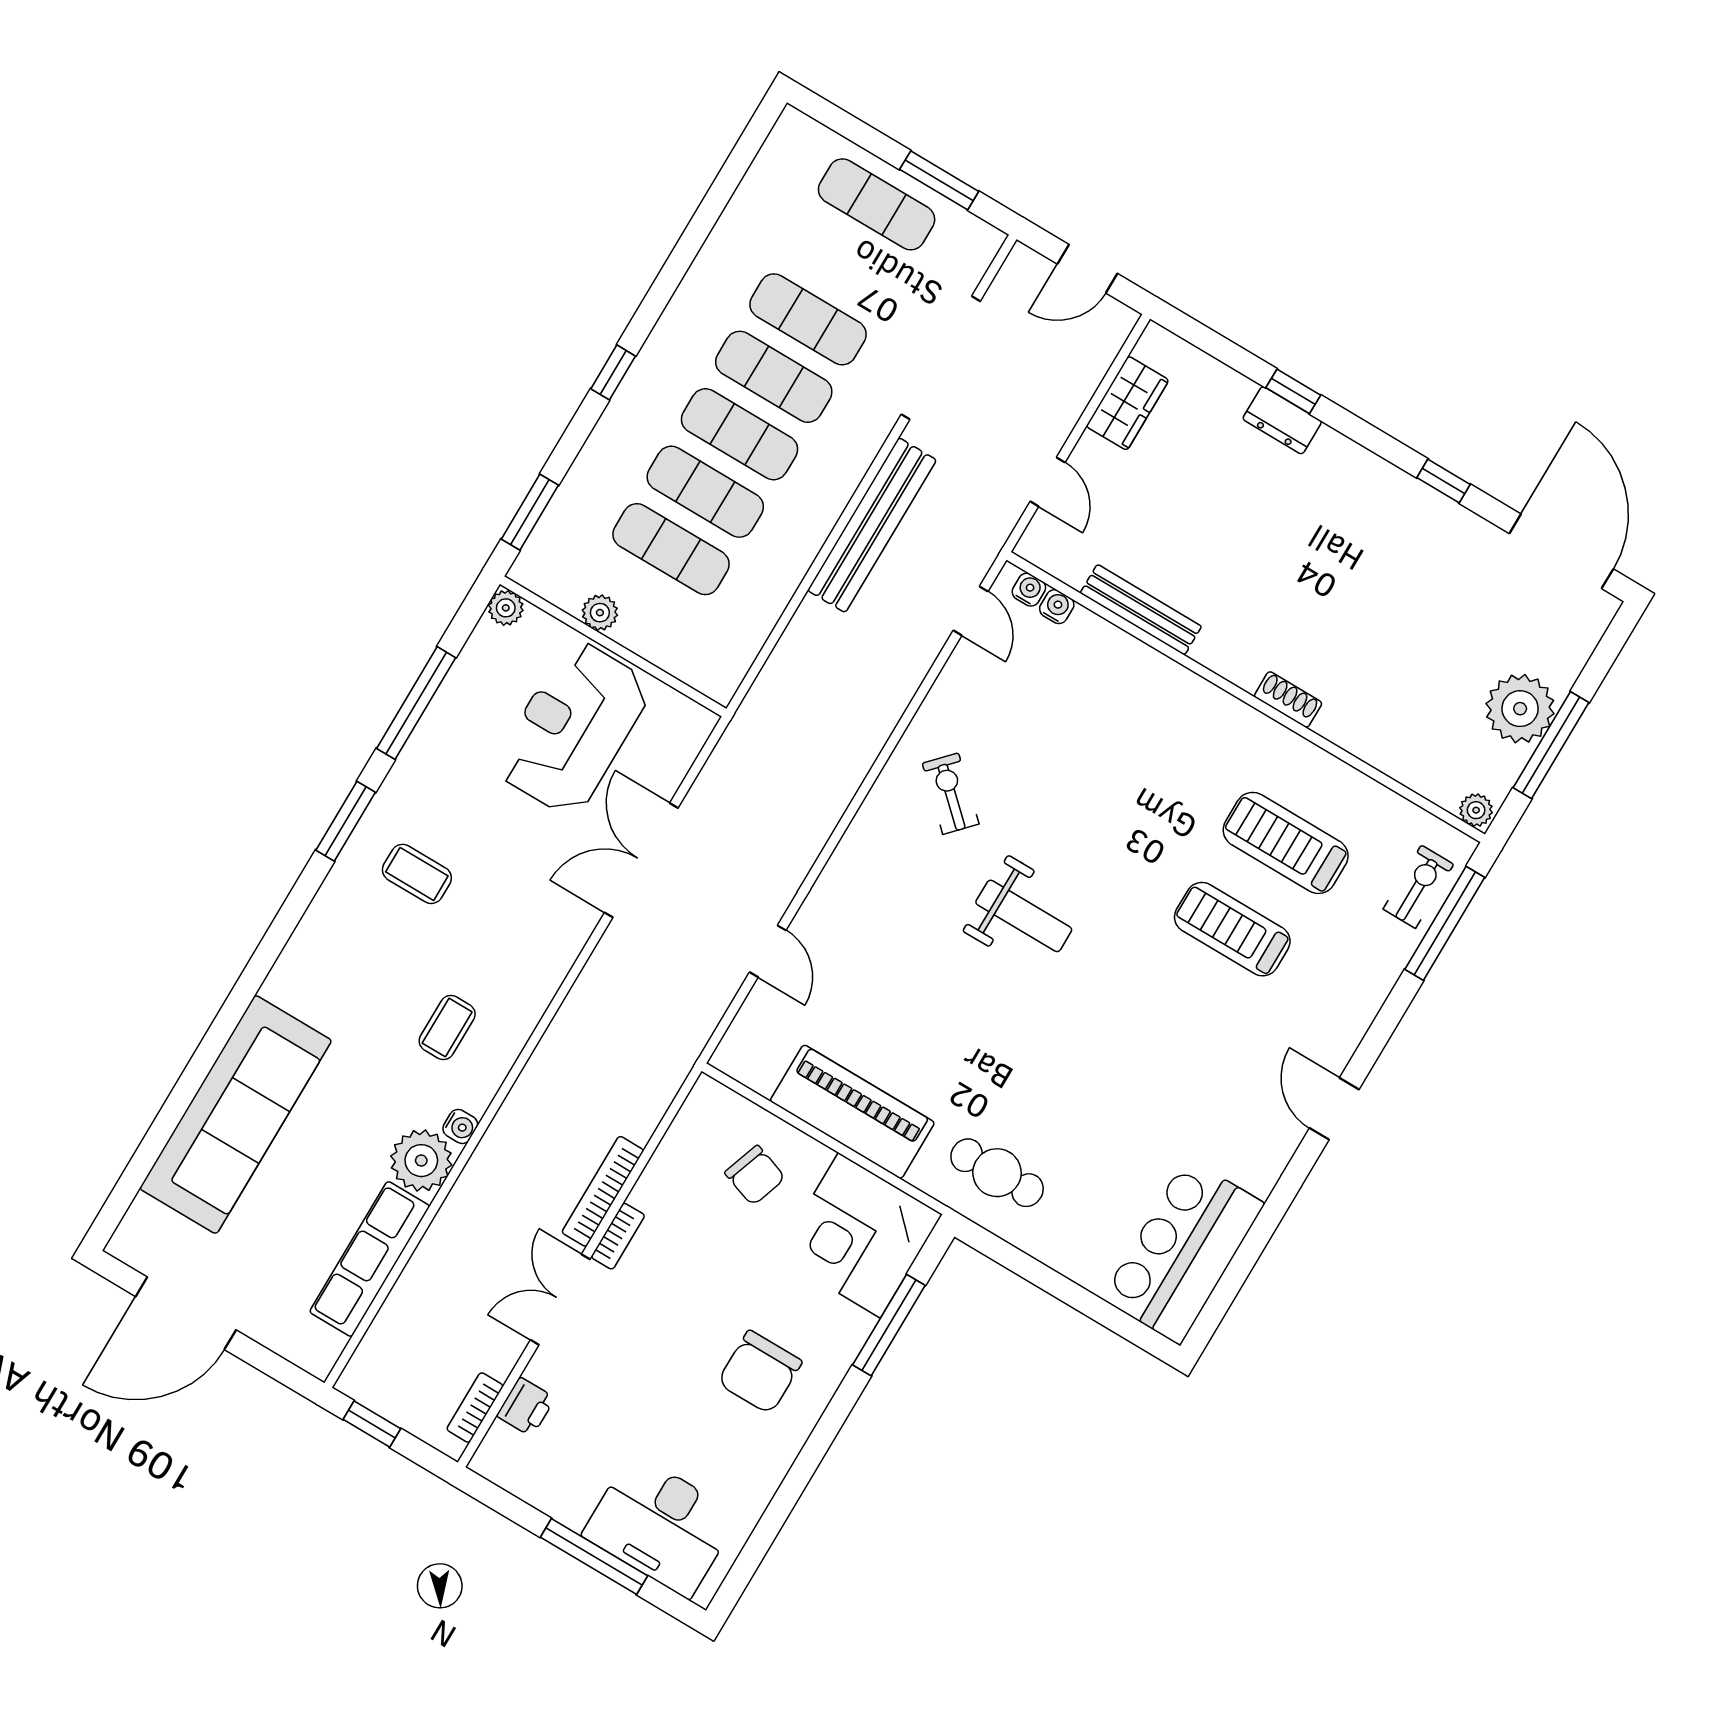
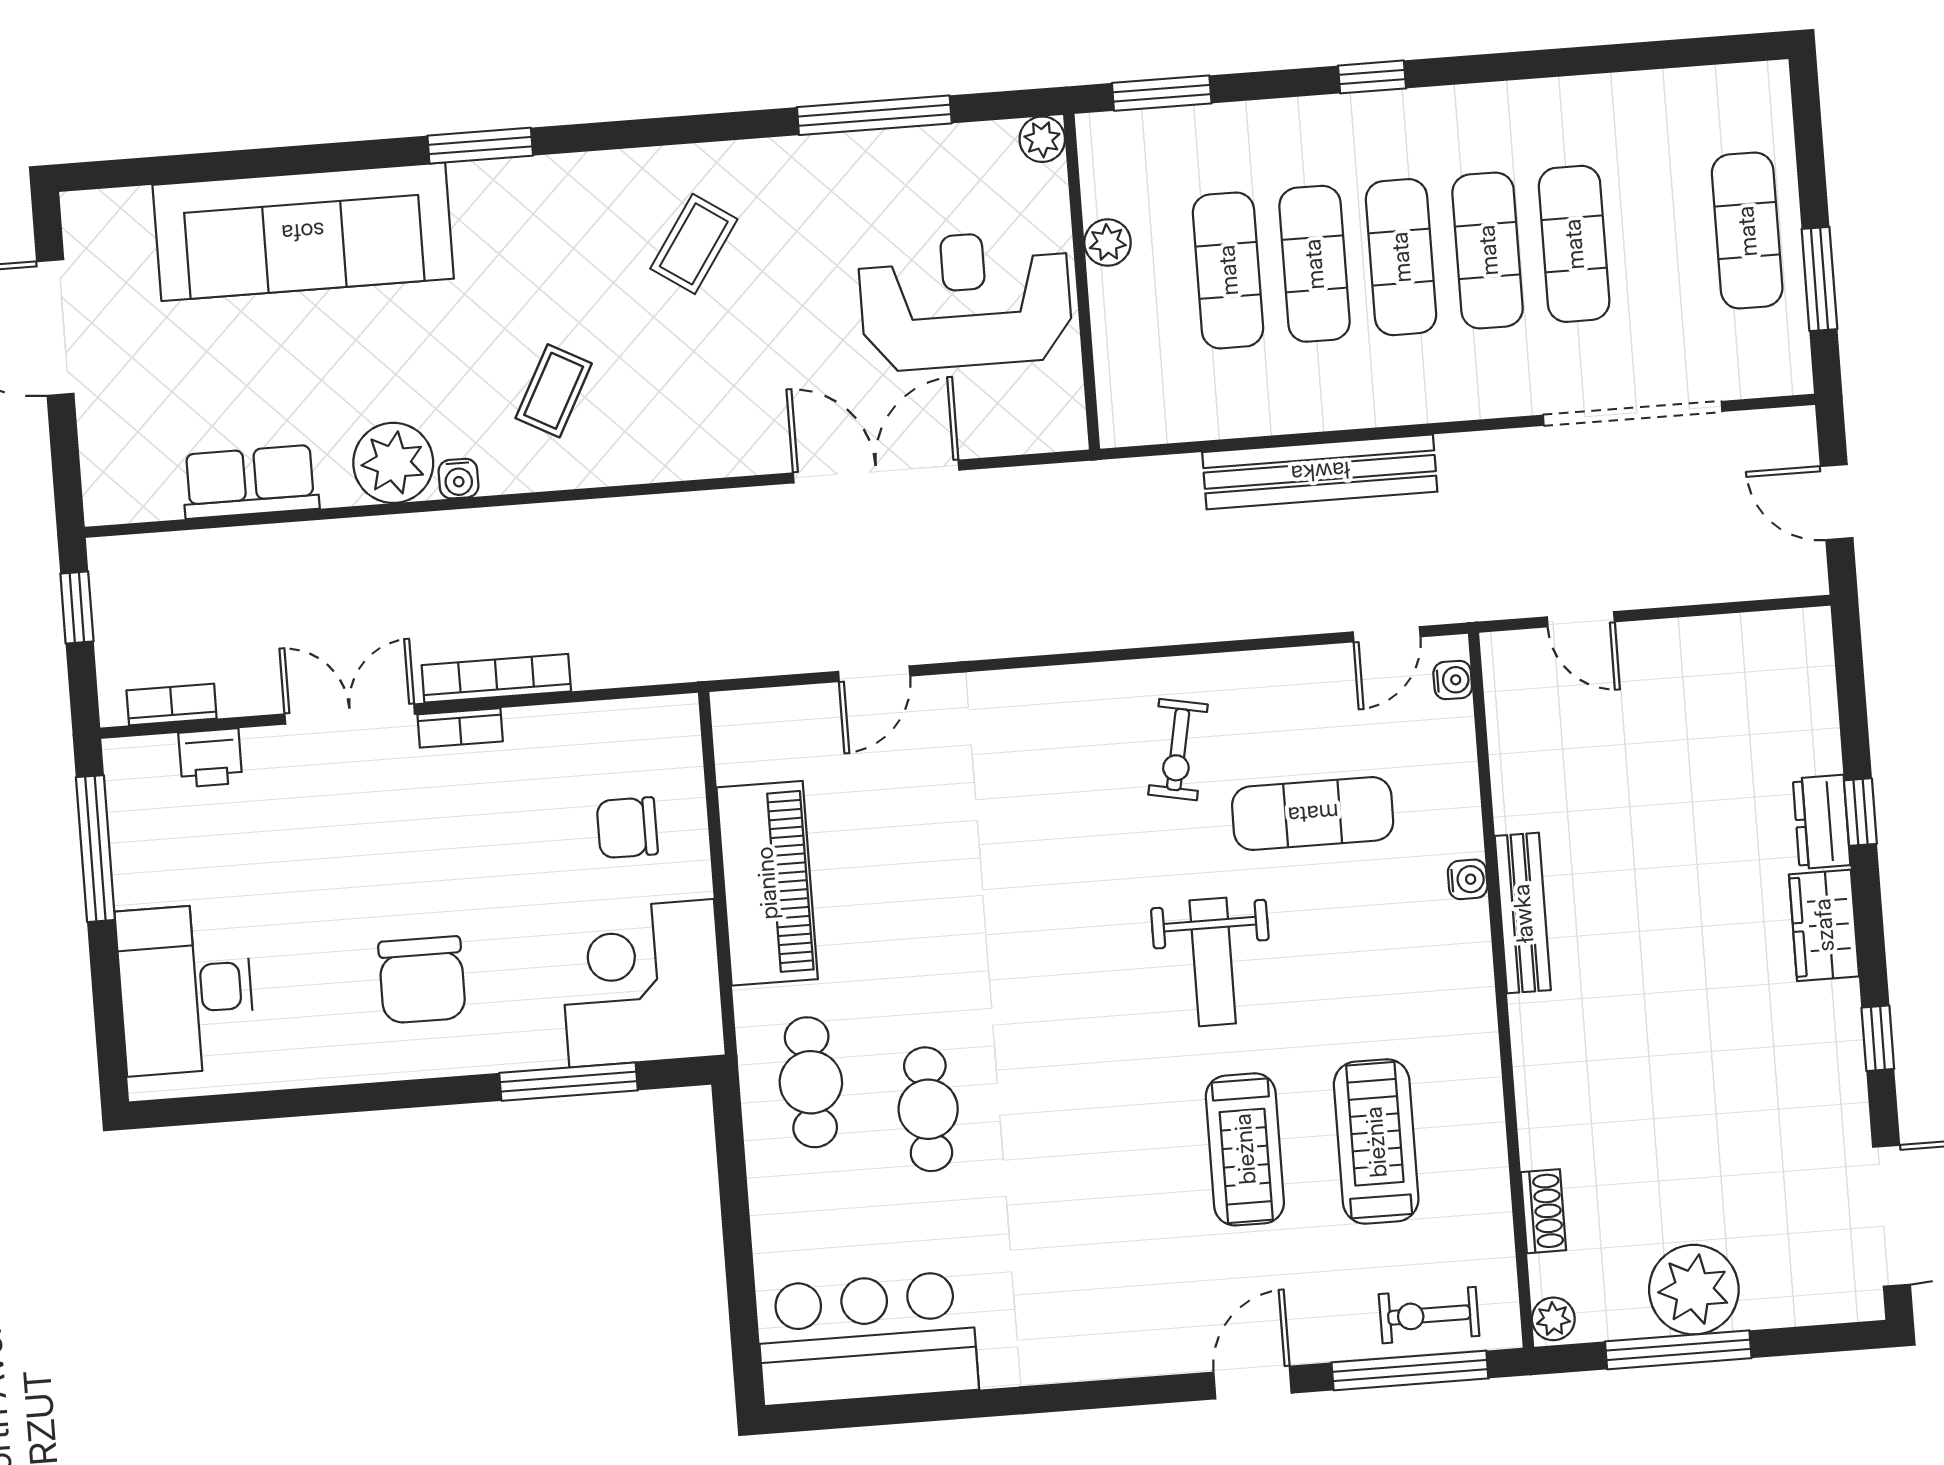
wardrobe: (1127, 403) -> (1824, 925), moved, turned 90
door: (1048, 482) -> (1581, 619), hinge flipped
bench: (872, 525) -> (1320, 472), moved
water cooler: (1057, 607) -> (1468, 879), moved
bench: (1141, 610) -> (1523, 913), moved
shoe rack: (1288, 700) -> (1543, 1211), moved
exercise mat: (1051, 737) -> (1313, 814), added
exercise bike: (951, 794) -> (1178, 750), turned 148
window: (346, 821) -> (480, 146), moved
coffee table: (417, 874) -> (694, 244), turned 34
exercise bike: (1418, 887) -> (1429, 1315), turned 180
weight bench: (1024, 916) -> (1213, 962), moved
treadmill: (1232, 929) -> (1245, 1149), turned 180
coffee table: (447, 1027) -> (554, 391), turned -62
door: (1334, 1109) -> (1253, 1383), moved
cafe table: (1066, 1111) -> (928, 1109), added
chair: (755, 1175) -> (627, 828), turned 71
row of seats: (370, 1259) -> (250, 482), width x0.68
chair: (760, 1372) -> (422, 980), turned -90
window: (594, 1557) -> (95, 849), moved

